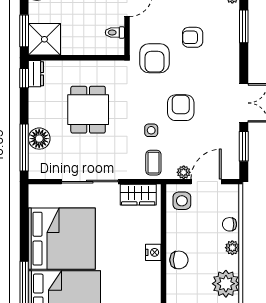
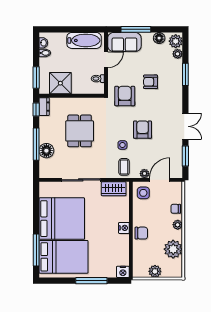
shower: (44, 39) -> (60, 83), moved
armchair: (155, 58) -> (125, 96), turned 180
window: (24, 148) -> (36, 144), moved

